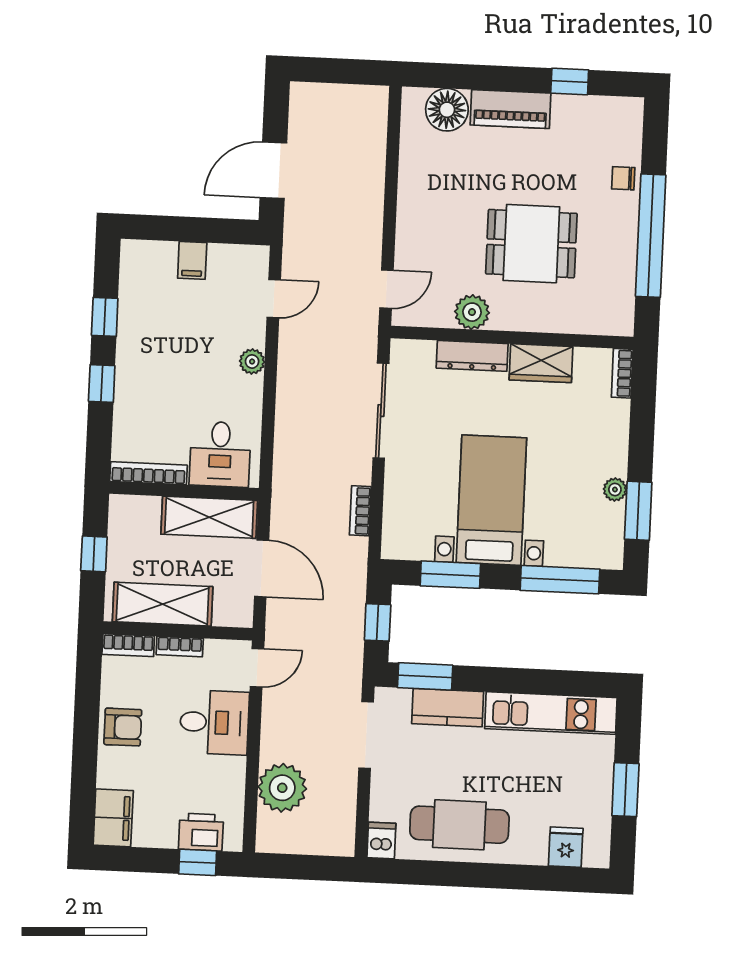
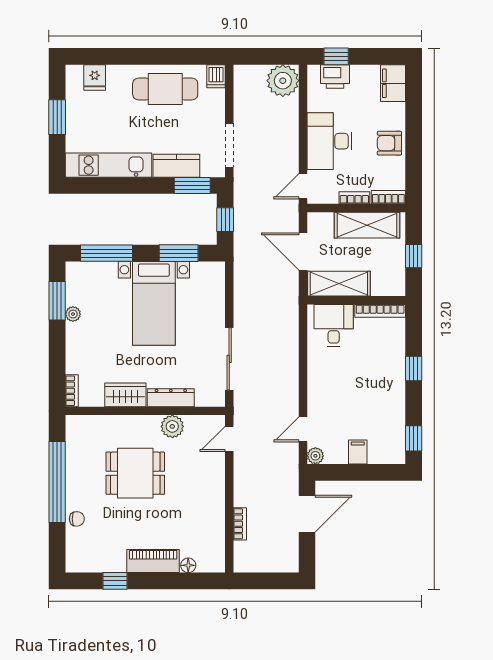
floor lamp: (447, 110) -> (188, 565), width x0.53, depth x0.53
window: (105, 317) -> (414, 438), moved
plant: (252, 361) -> (315, 456), moved
bookcase: (360, 511) -> (240, 524), moved
desk: (214, 722) -> (329, 141), width x1.37
plant: (282, 788) -> (283, 81), moved

